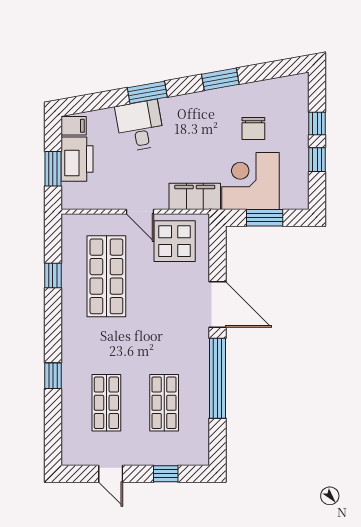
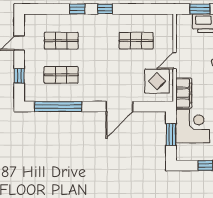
window: (53, 275) -> (105, 9), moved
shop shelf: (106, 276) -> (136, 41), width x0.70, depth x0.74
window: (218, 378) -> (58, 107), moved

